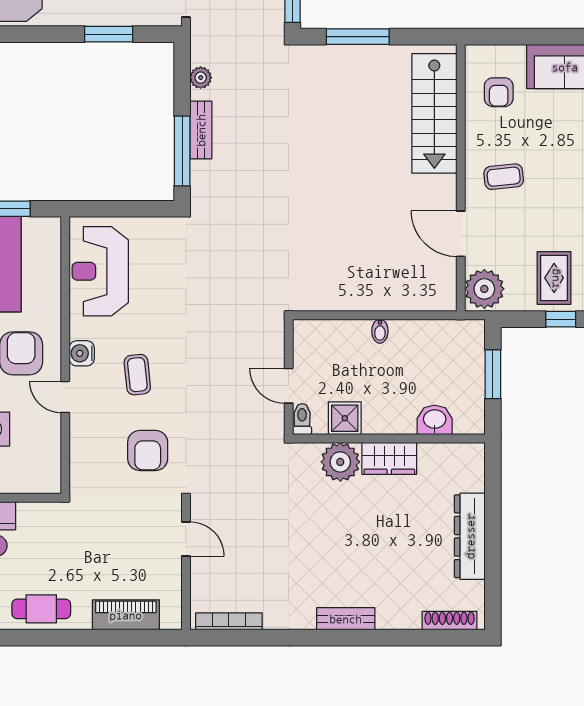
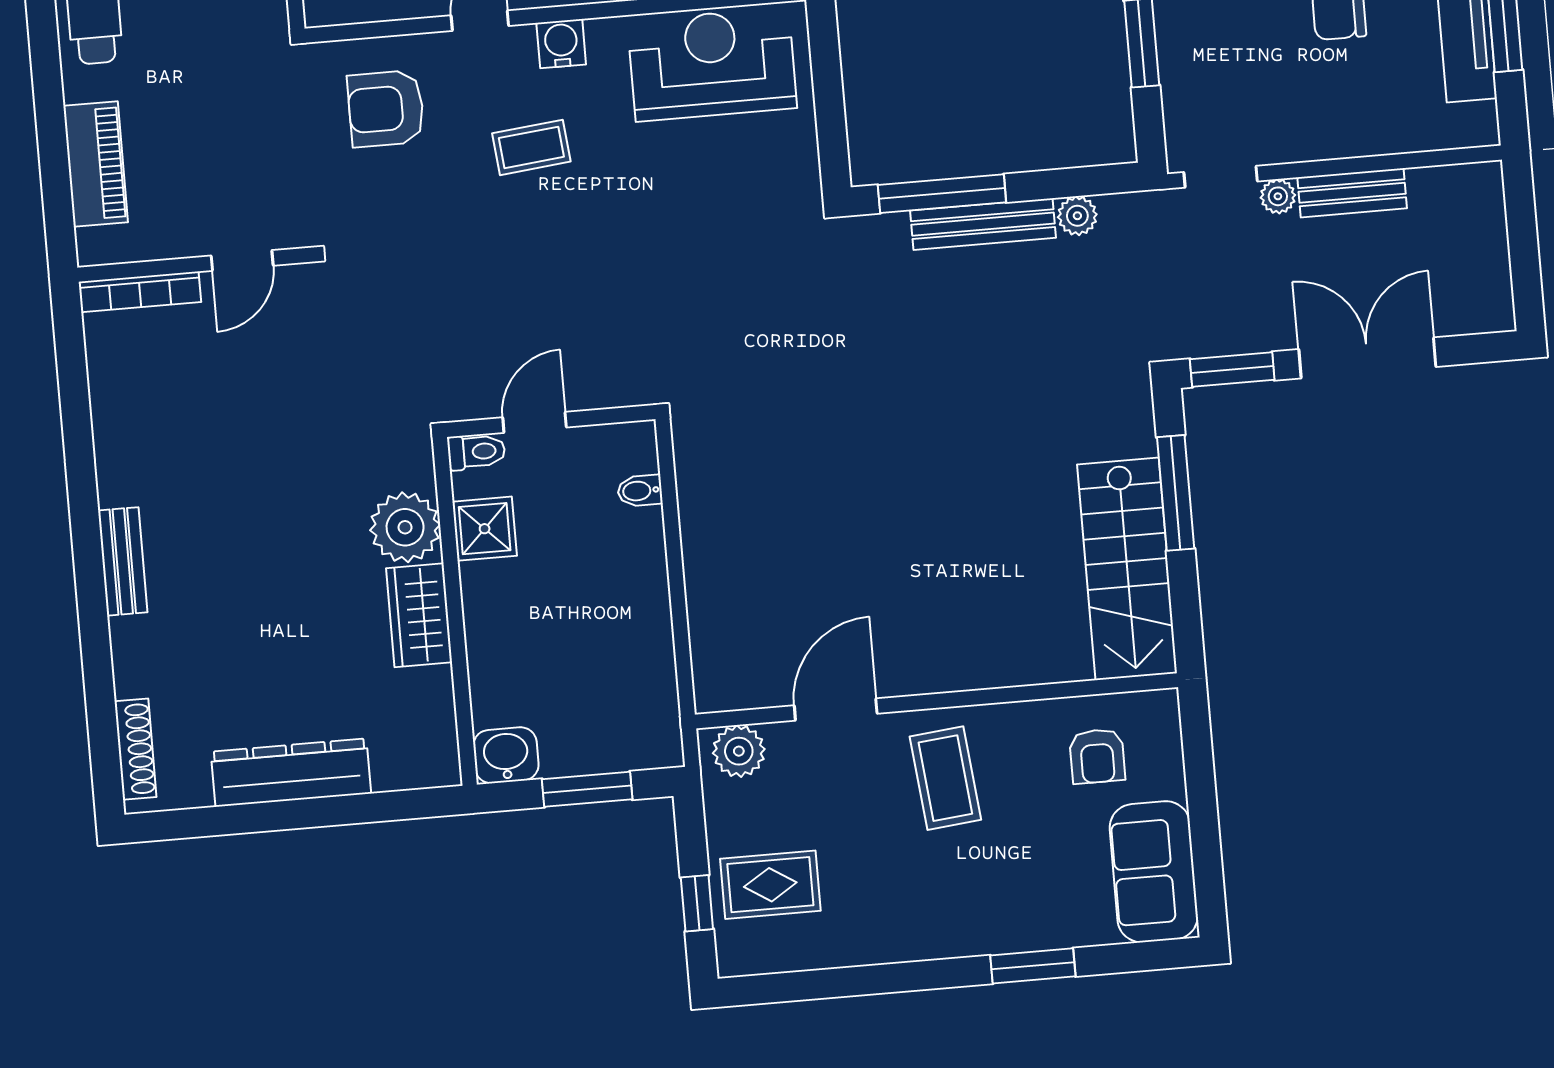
armchair: (499, 92) -> (1097, 756), turned -90
stairs: (434, 113) -> (1127, 569), moved, turned -90
bench: (201, 130) -> (983, 224), width x1.36
coffee table: (504, 177) -> (945, 778), width x1.36, depth x1.30
plant: (484, 289) -> (739, 751), width x0.73, depth x0.73
bidet: (380, 331) -> (640, 491), moved
washbasin: (435, 420) -> (506, 755), moved, turned -90
armchair: (148, 451) -> (386, 109), moved
bookcase: (229, 621) -> (140, 292), moved, turned 90

